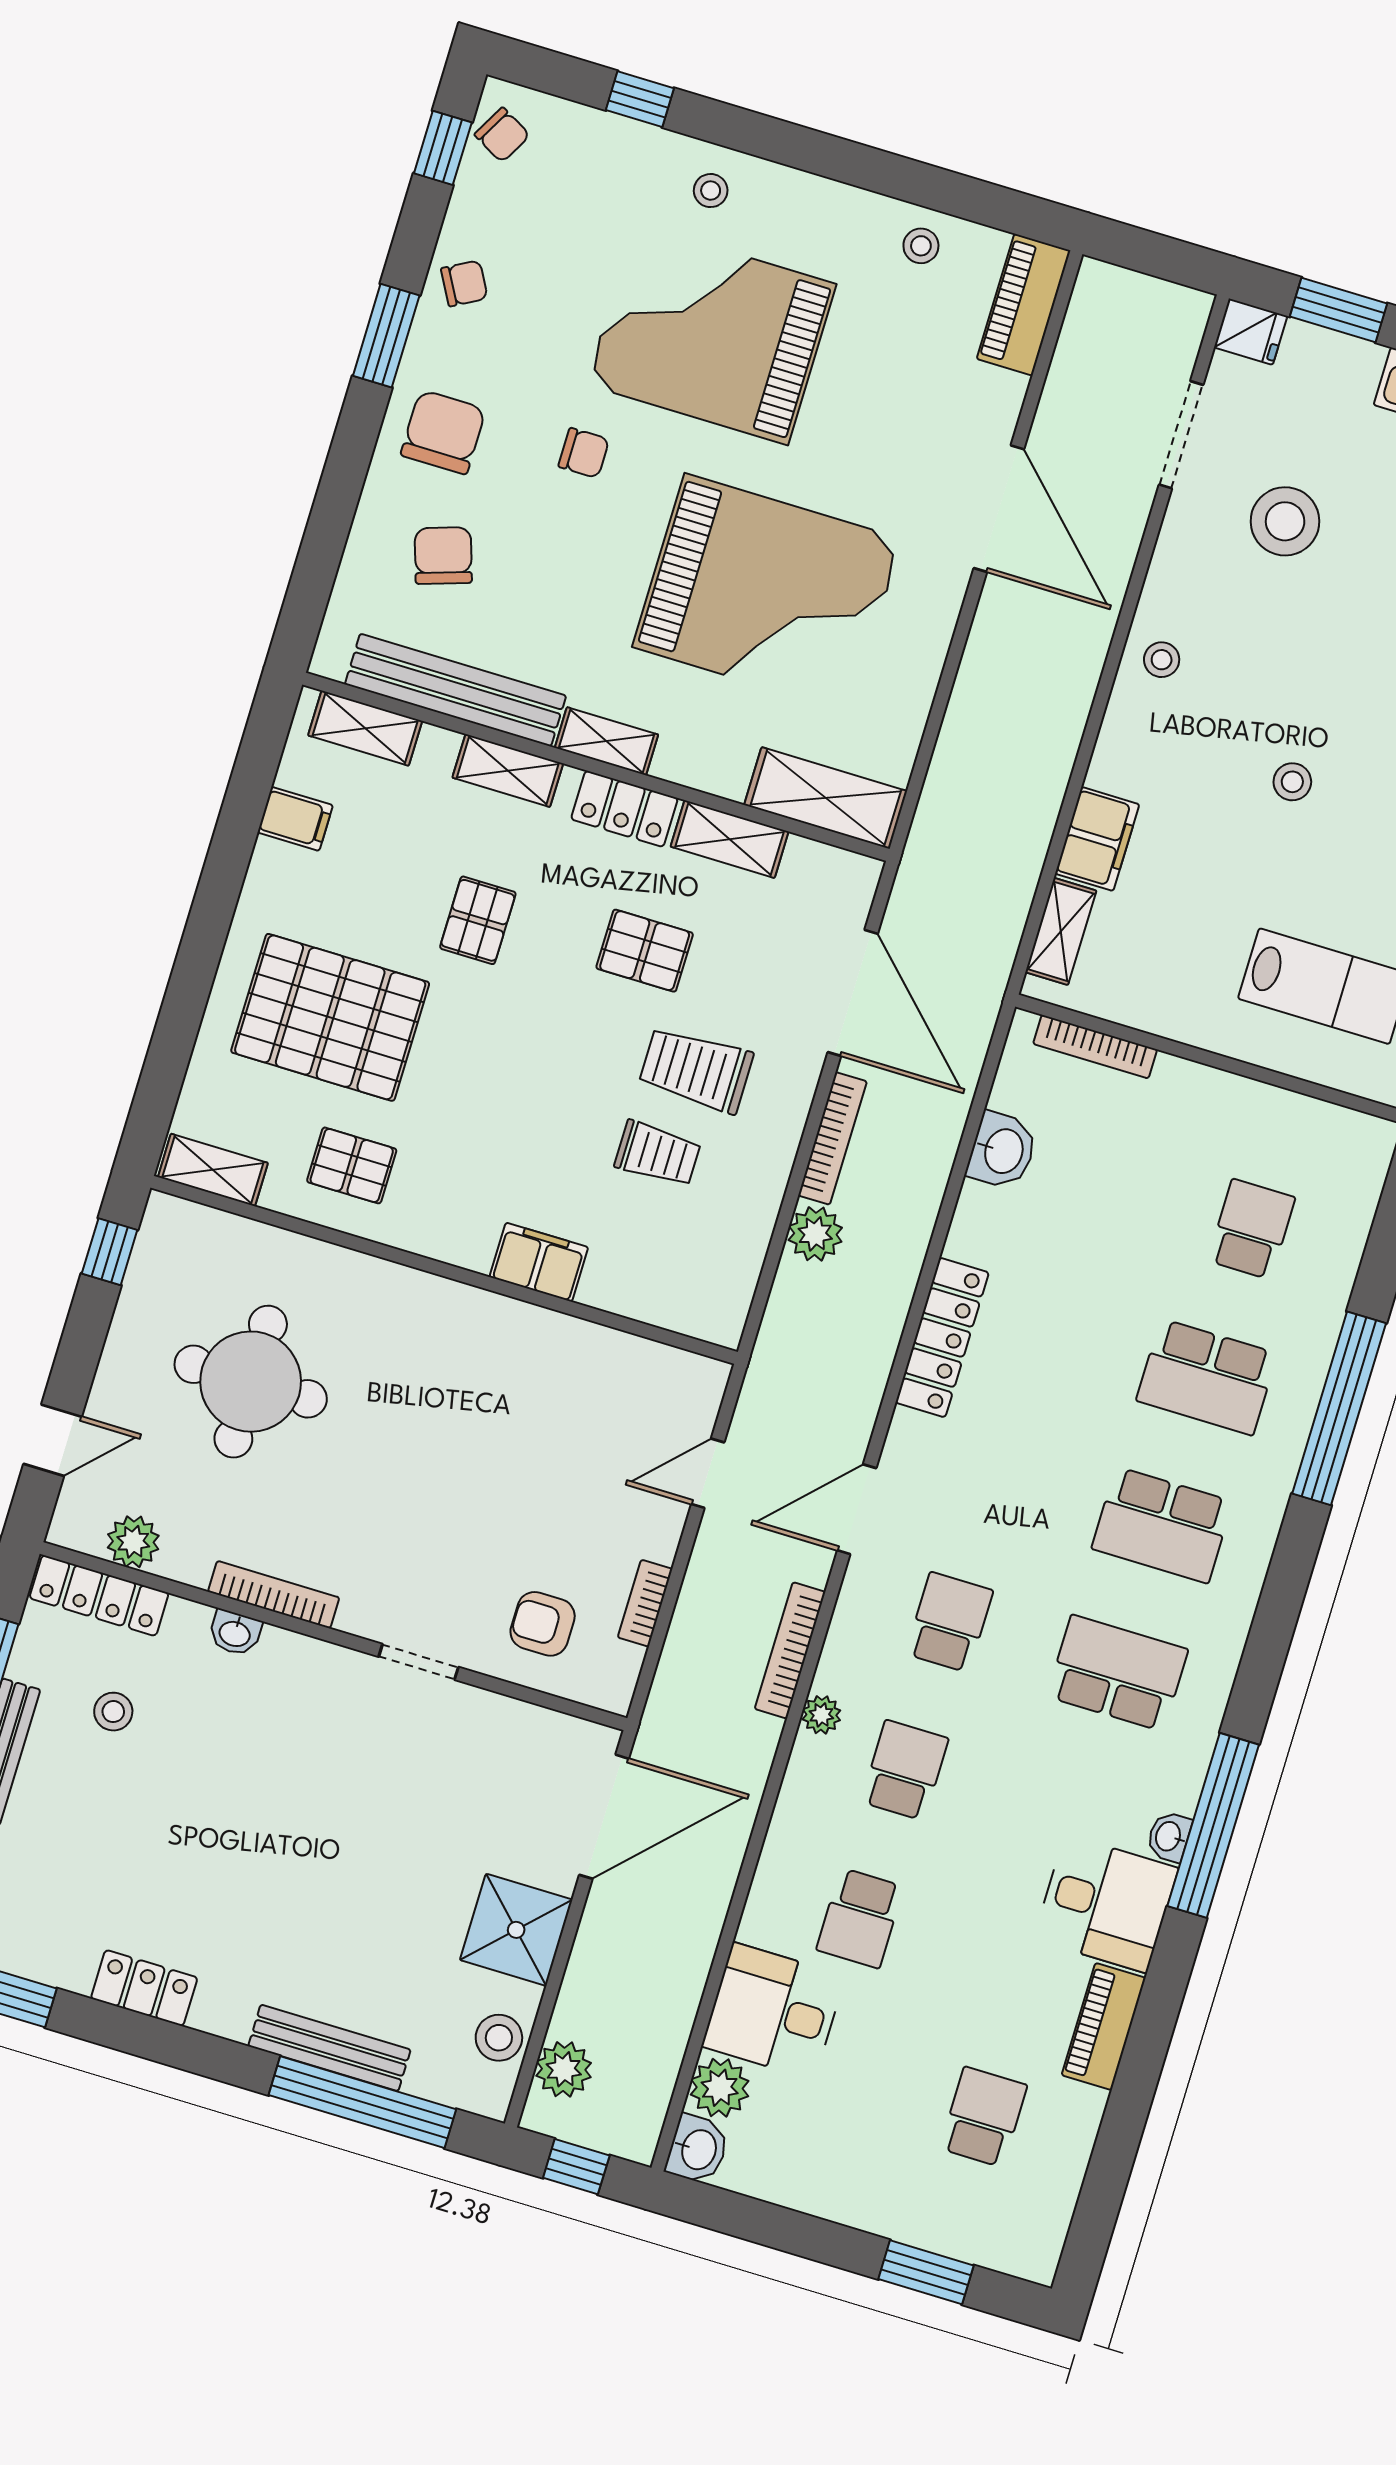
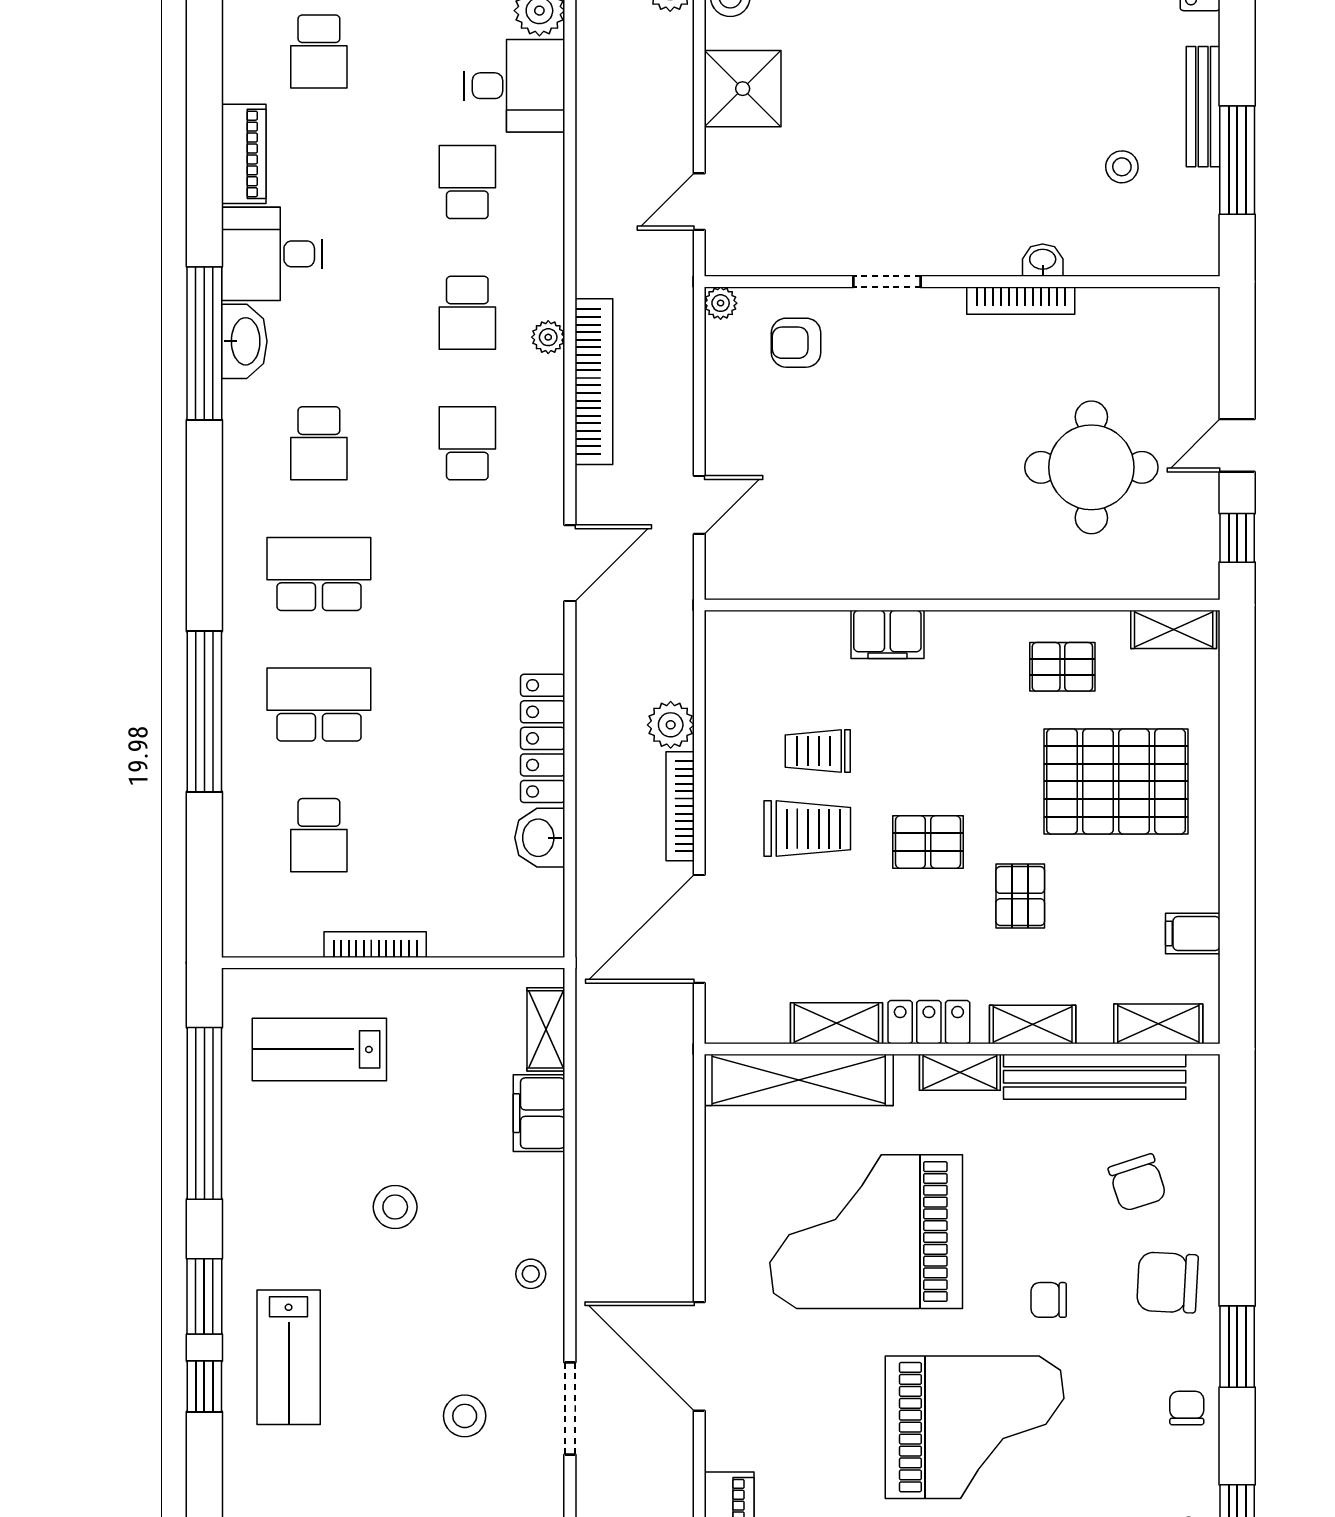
chair: (464, 283) -> (1187, 1408), turned 119
chair: (443, 432) -> (1167, 1283), turned 93
doorway: (1181, 435) -> (570, 1409), moved
stool: (1285, 521) -> (465, 1416), width x0.73, depth x0.73
stool: (1292, 782) -> (395, 1207), width x1.37, depth x1.37
shelving: (826, 798) -> (799, 1080), width x1.47
pallet: (645, 951) -> (928, 842), moved
door: (853, 993) -> (699, 929), hinge flipped
bookcase: (1095, 1047) -> (375, 945), moved
locker: (942, 1338) -> (543, 738), moved
door: (53, 1440) -> (1237, 445), moved
door: (857, 1509) -> (570, 563), moved
plant: (133, 1542) -> (721, 303), moved, width x0.73, depth x0.73
locker: (99, 1596) -> (1162, 257), removed
bookcase: (645, 1603) -> (718, 384), removed
school desk: (949, 1622) -> (467, 443), turned 180
armchair: (543, 1624) -> (796, 343), turned 180
bookcase: (790, 1650) -> (594, 382), width x1.48, depth x1.31
school desk: (1117, 1673) -> (319, 443), width x0.54
door: (604, 1817) -> (699, 202), width x0.53
washbasin: (1169, 1837) -> (244, 341), width x1.91, depth x1.45

